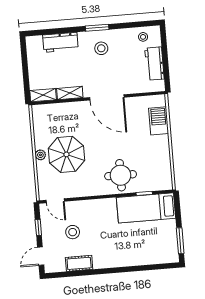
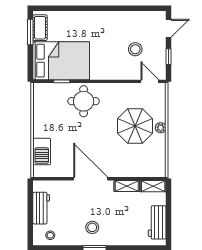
workbench: (60, 42) -> (157, 222), moved, turned -90
bed: (146, 208) -> (61, 61), width x1.50
cot: (79, 263) -> (40, 28), moved, turned 90

